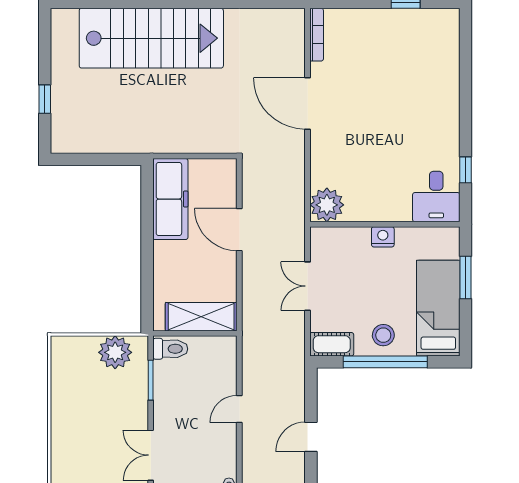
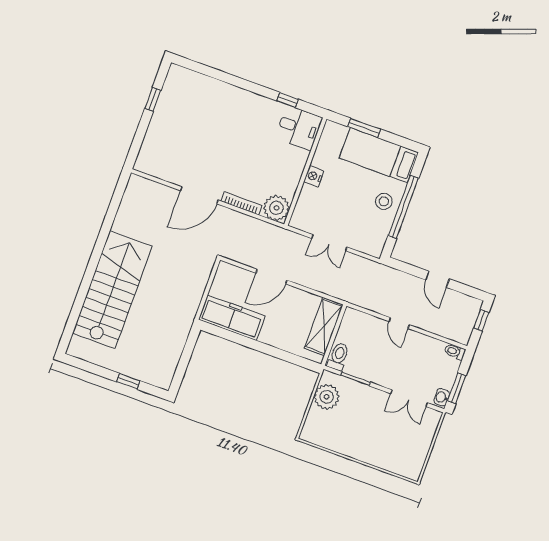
bookcase: (317, 35) -> (242, 203), moved
cot: (332, 344) -> (377, 241), removed

